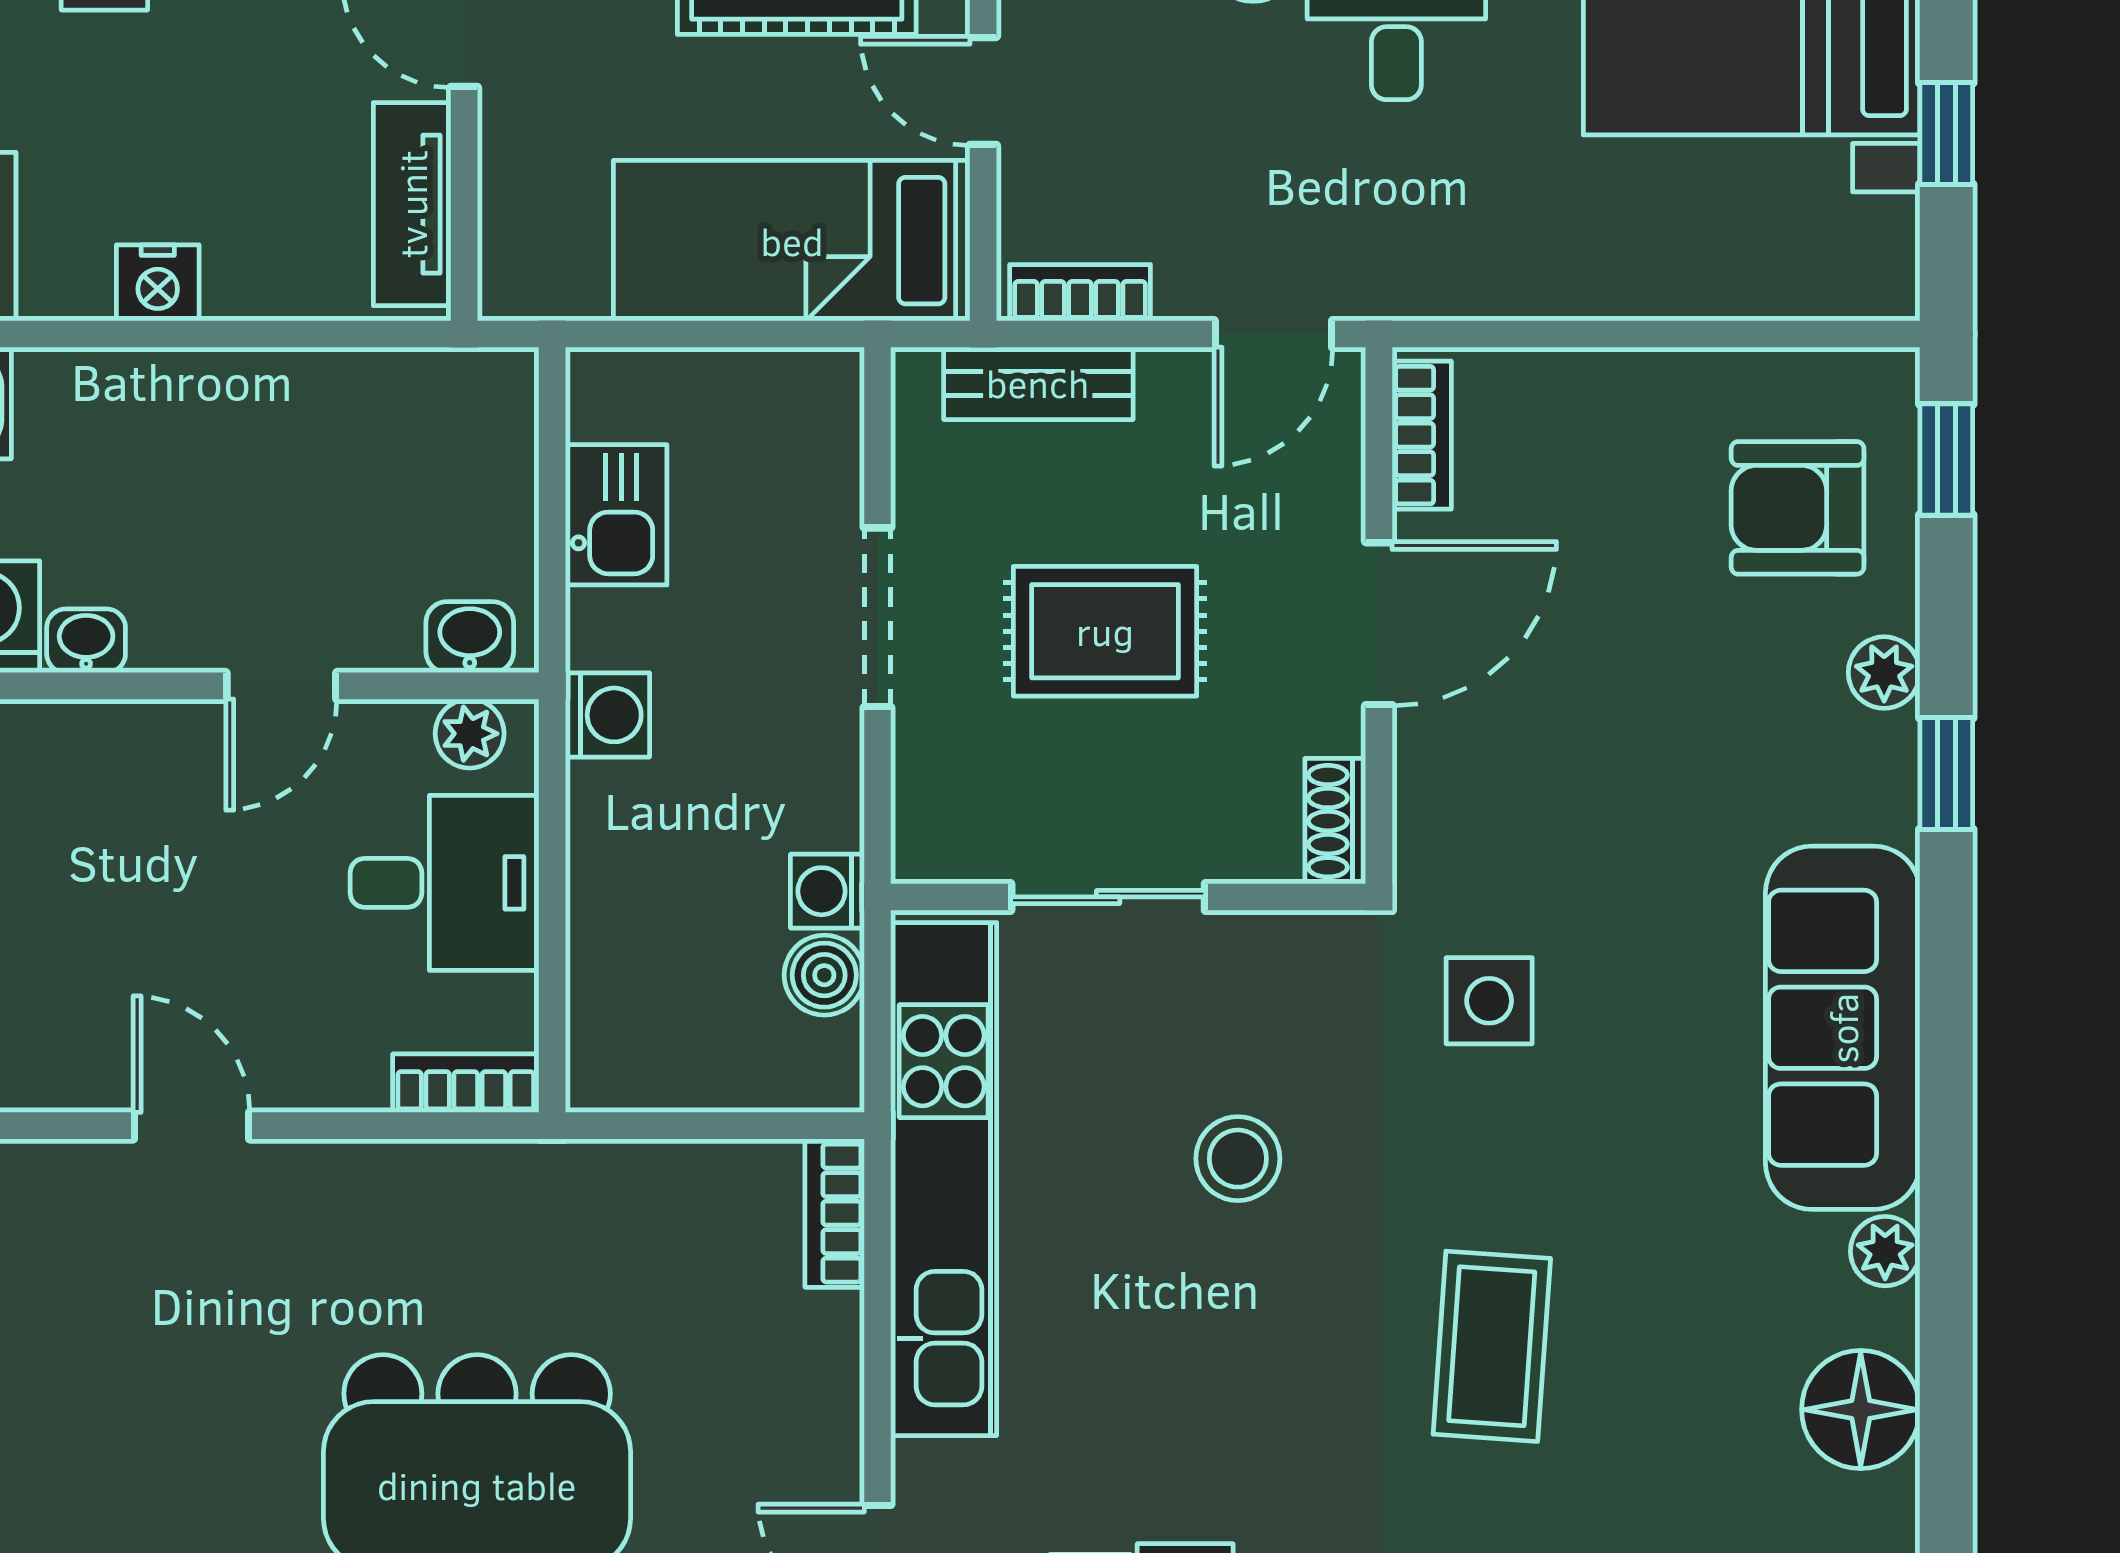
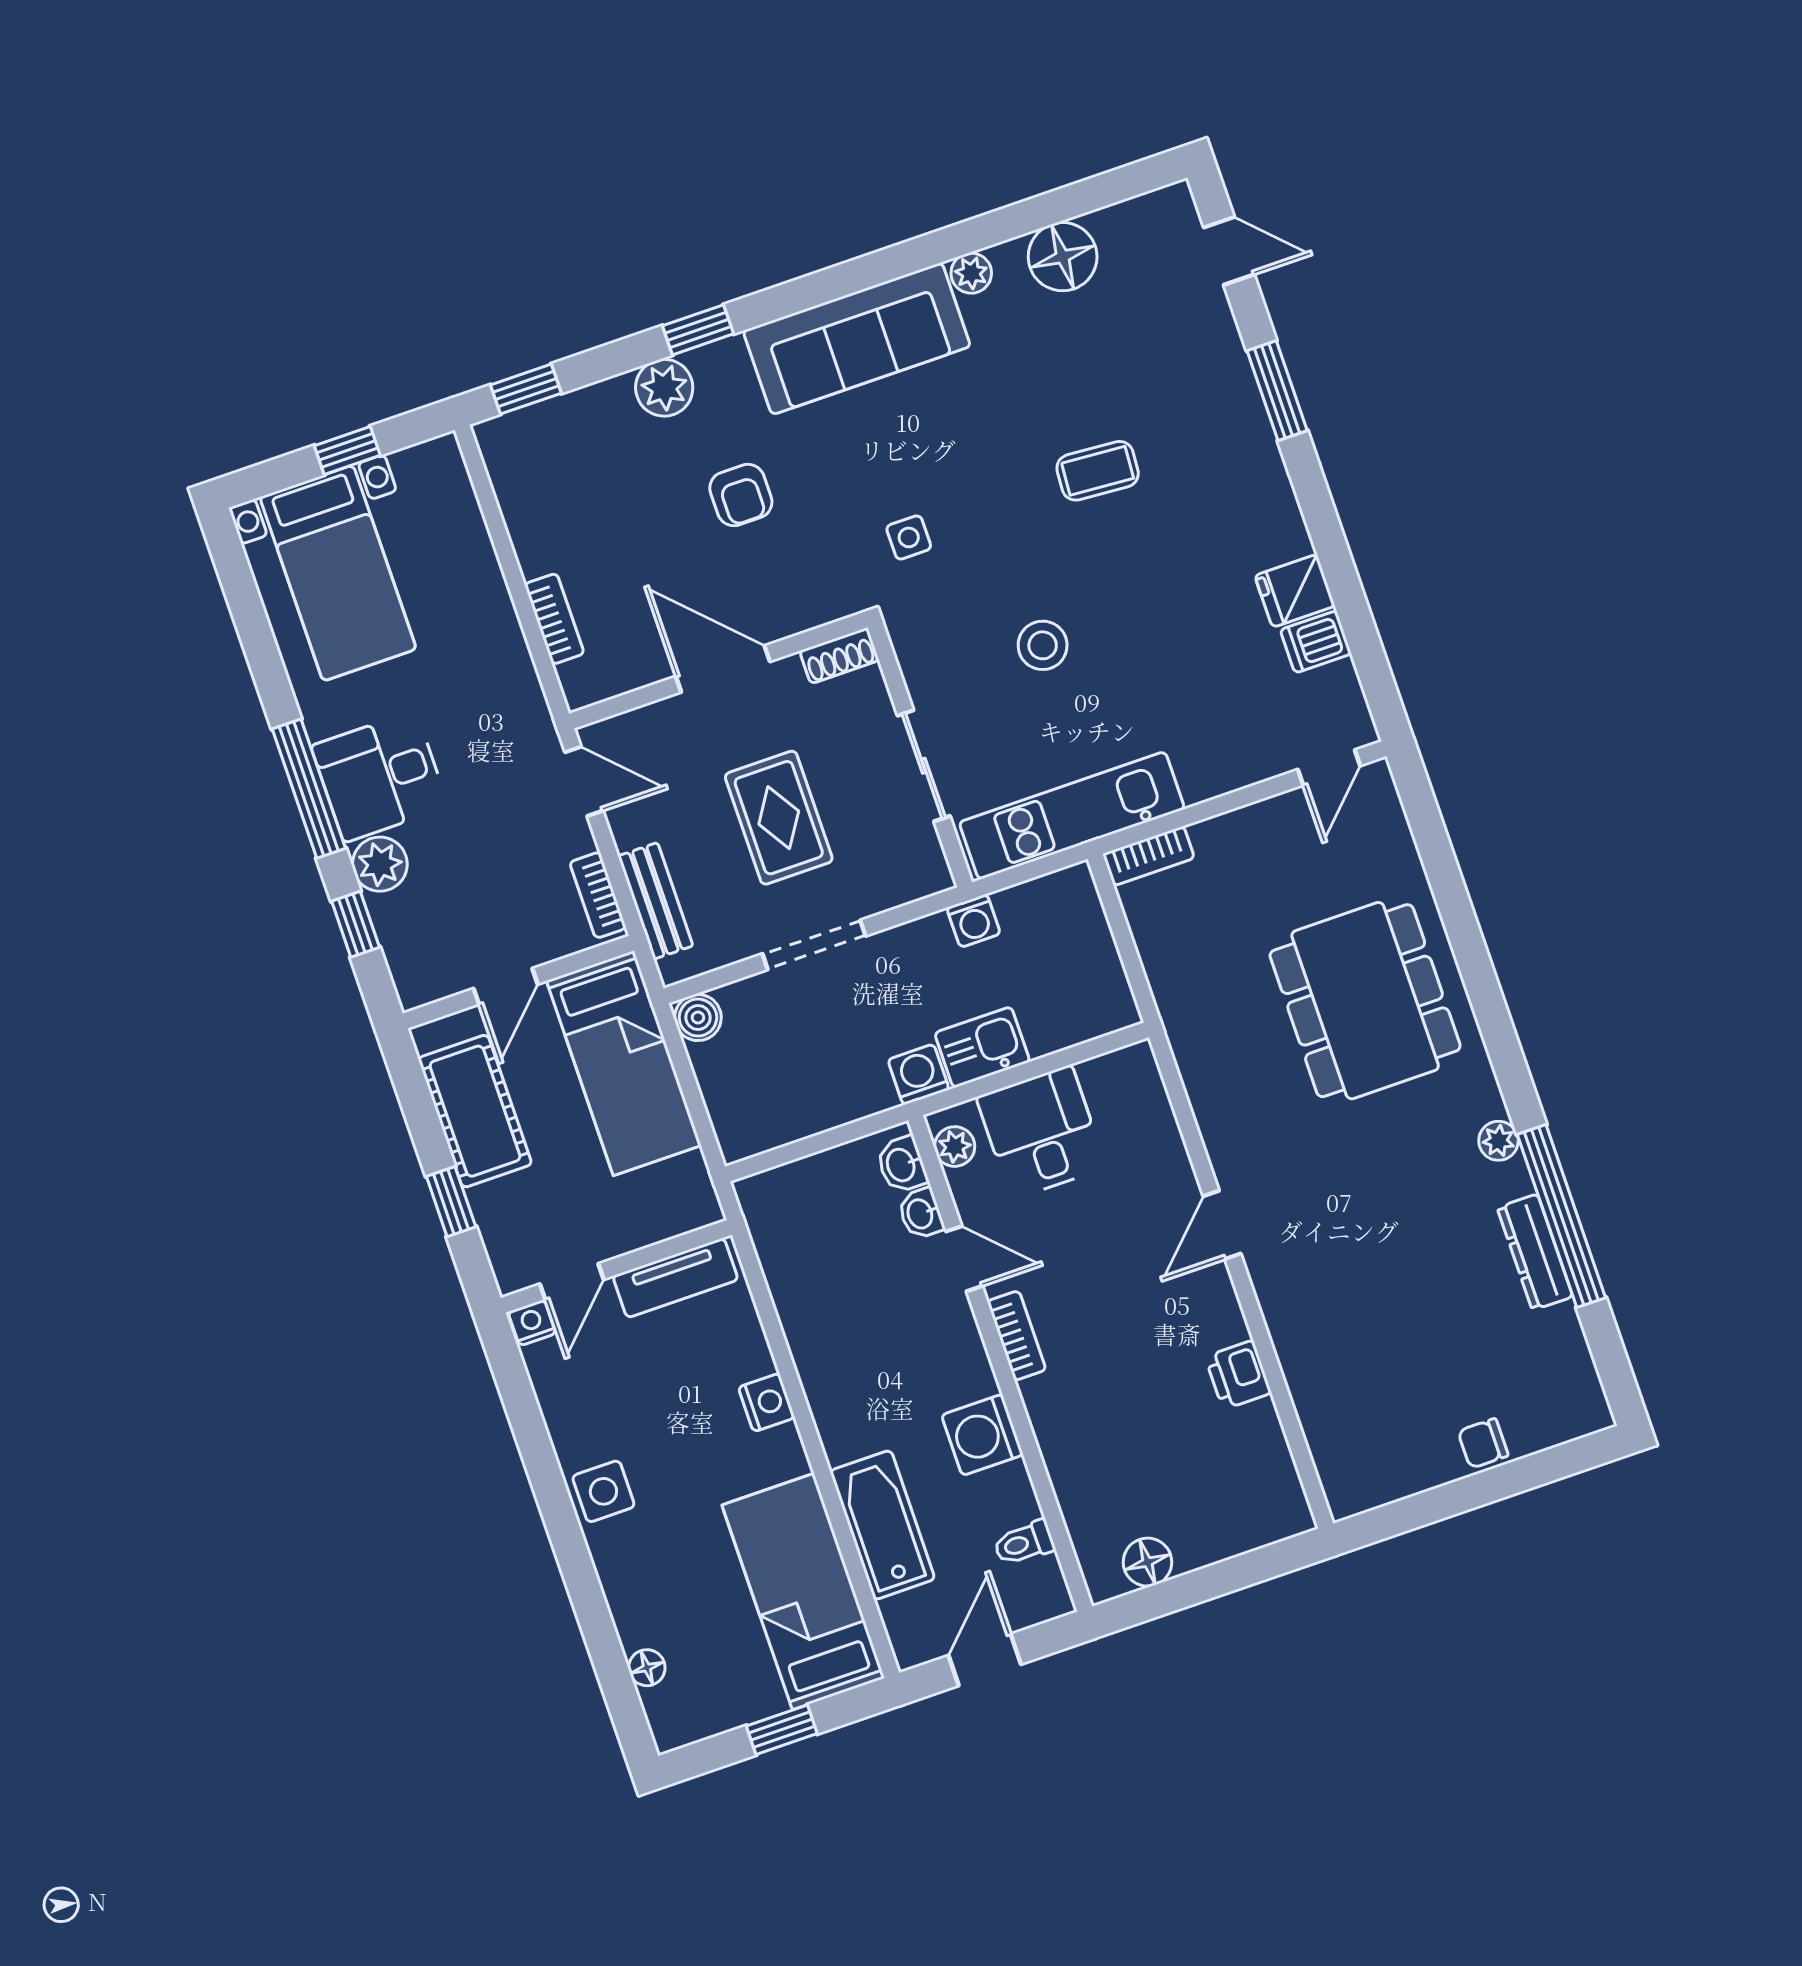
bookcase: (1422, 435) -> (554, 619), moved, turned 90
armchair: (1798, 508) -> (741, 495), moved, width x0.72, depth x0.72
kitchen sink: (616, 515) -> (982, 1047), moved
washbasin: (86, 641) -> (921, 1214), moved
plant: (1884, 673) -> (664, 388), width x1.38, depth x1.38
boiler: (824, 975) -> (698, 1018), moved
side table: (1489, 1001) -> (909, 537), width x0.73, depth x0.73
bookcase: (466, 1083) -> (1017, 1336), moved, turned 180
kitchen unit: (944, 1179) -> (1072, 816), width x0.73
coffee table: (1492, 1346) -> (1098, 471), width x0.73, depth x0.77

